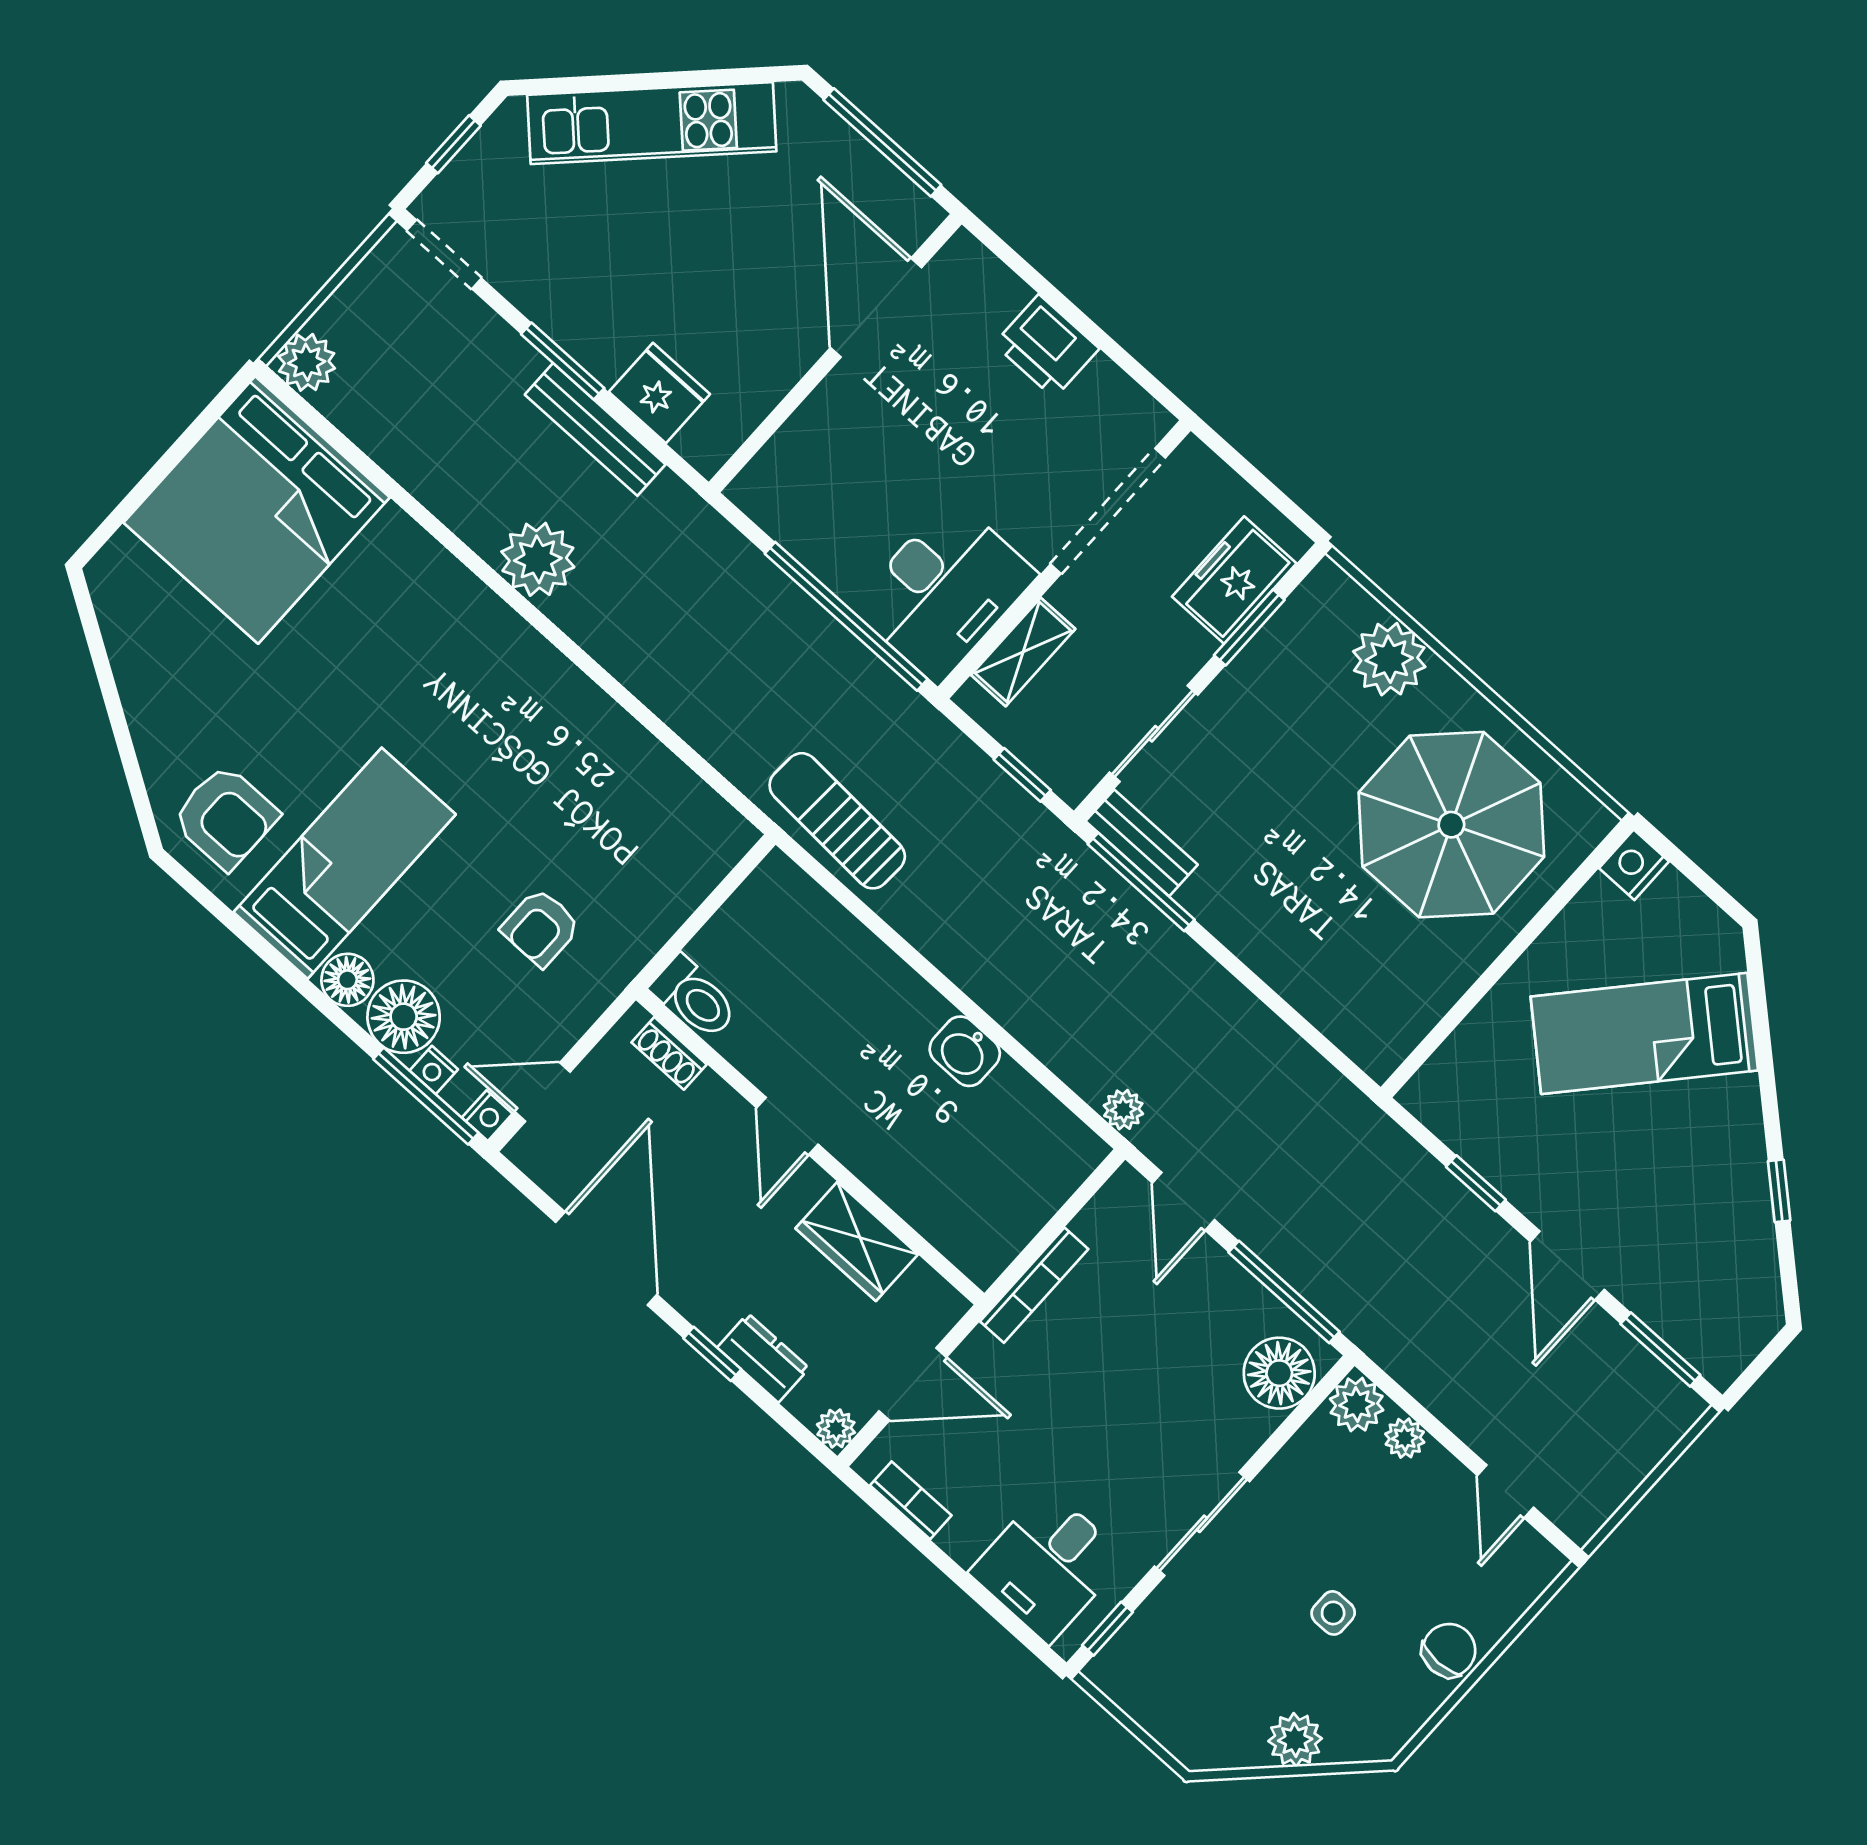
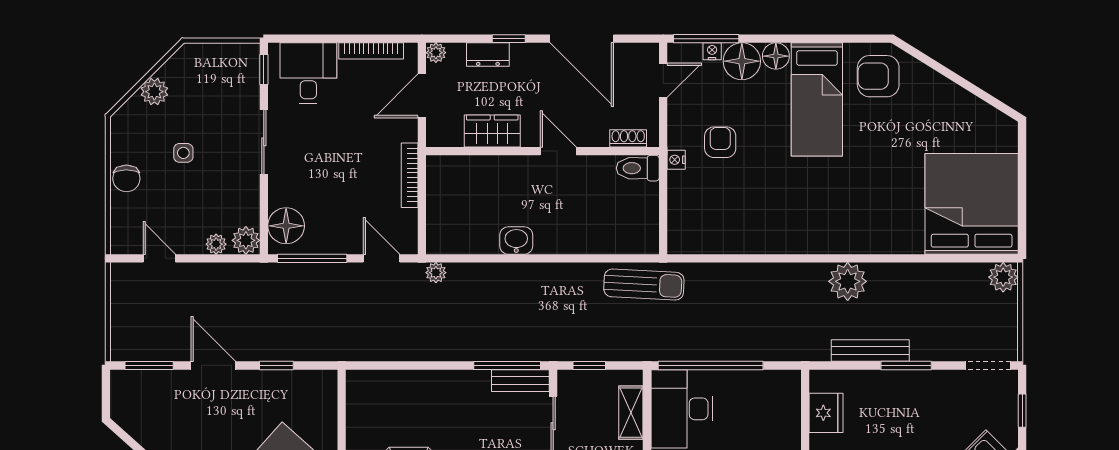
fridge: (659, 393) -> (826, 413), moved, turned -90
nightstand: (487, 1116) -> (676, 160), moved
bookcase: (911, 1500) -> (371, 51), width x1.56

